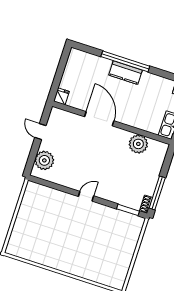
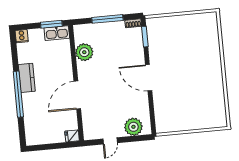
kitchen counter: (126, 73) -> (27, 78), moved
window: (157, 193) -> (107, 19), moved
door: (86, 196) -> (149, 78), width x1.88

